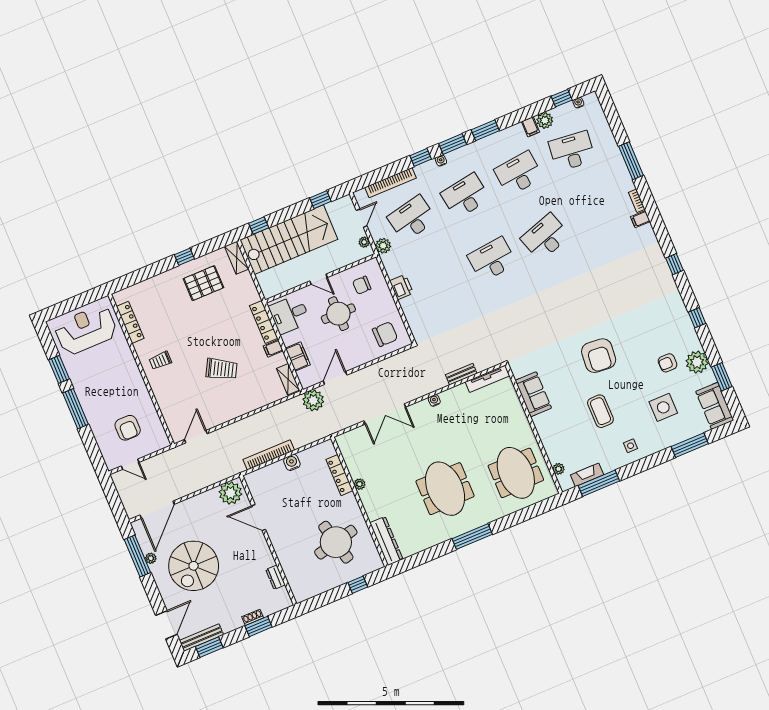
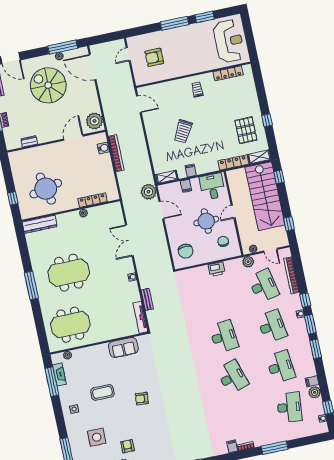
locker: (264, 322) -> (233, 162), moved
filing cabinet: (298, 356) -> (186, 186), width x0.50
armchair: (599, 356) -> (142, 399), width x0.53, depth x0.53
water cooler: (292, 462) -> (103, 148), moved

